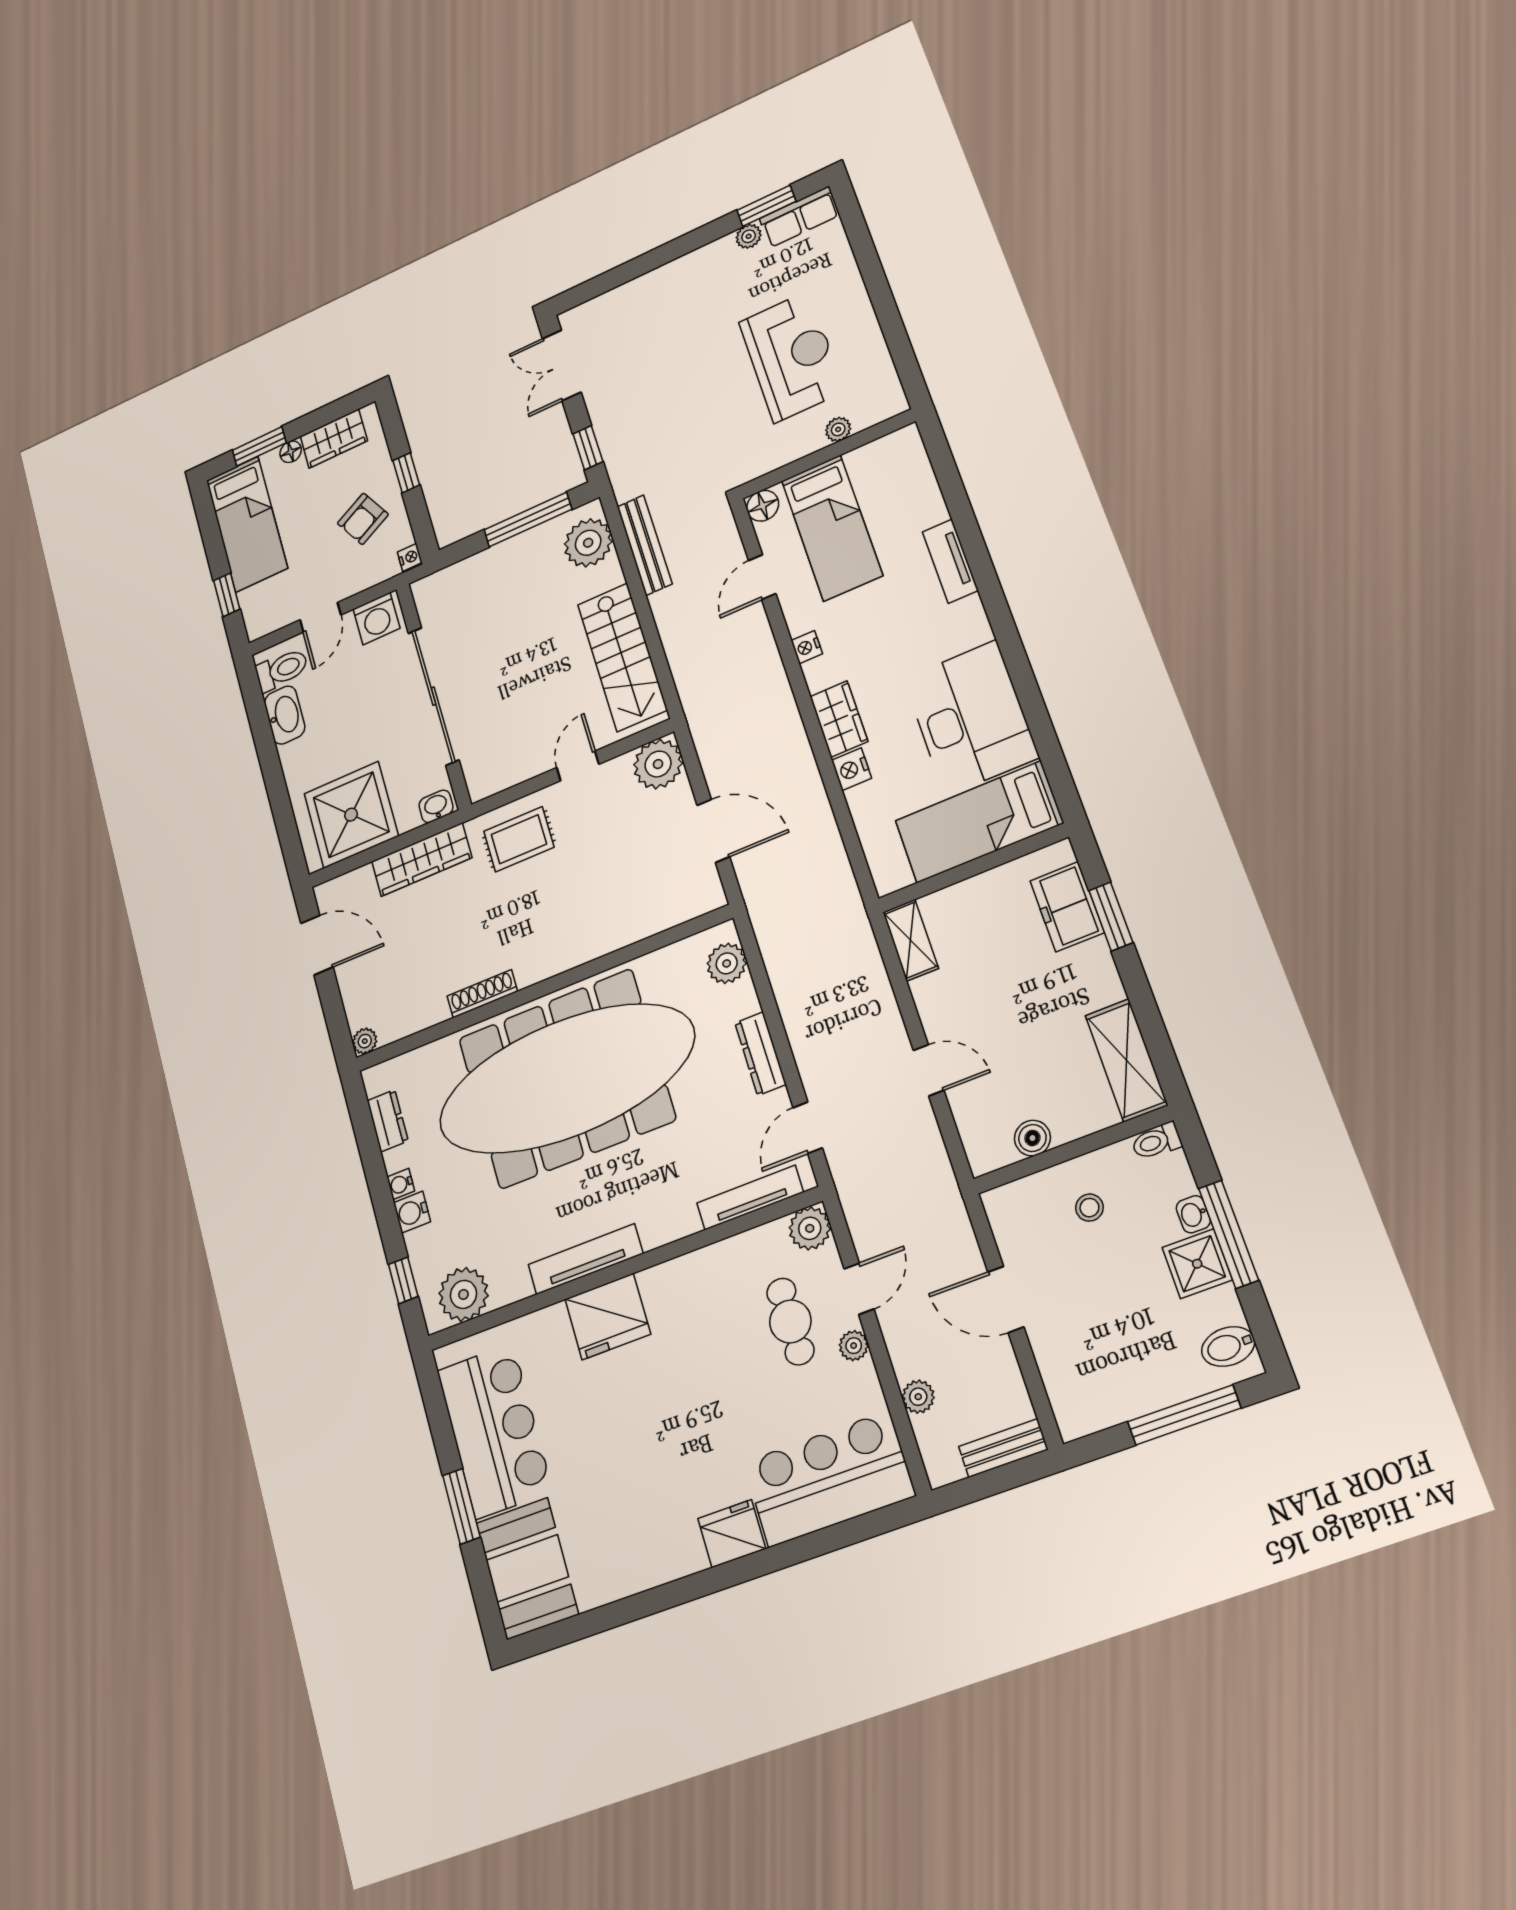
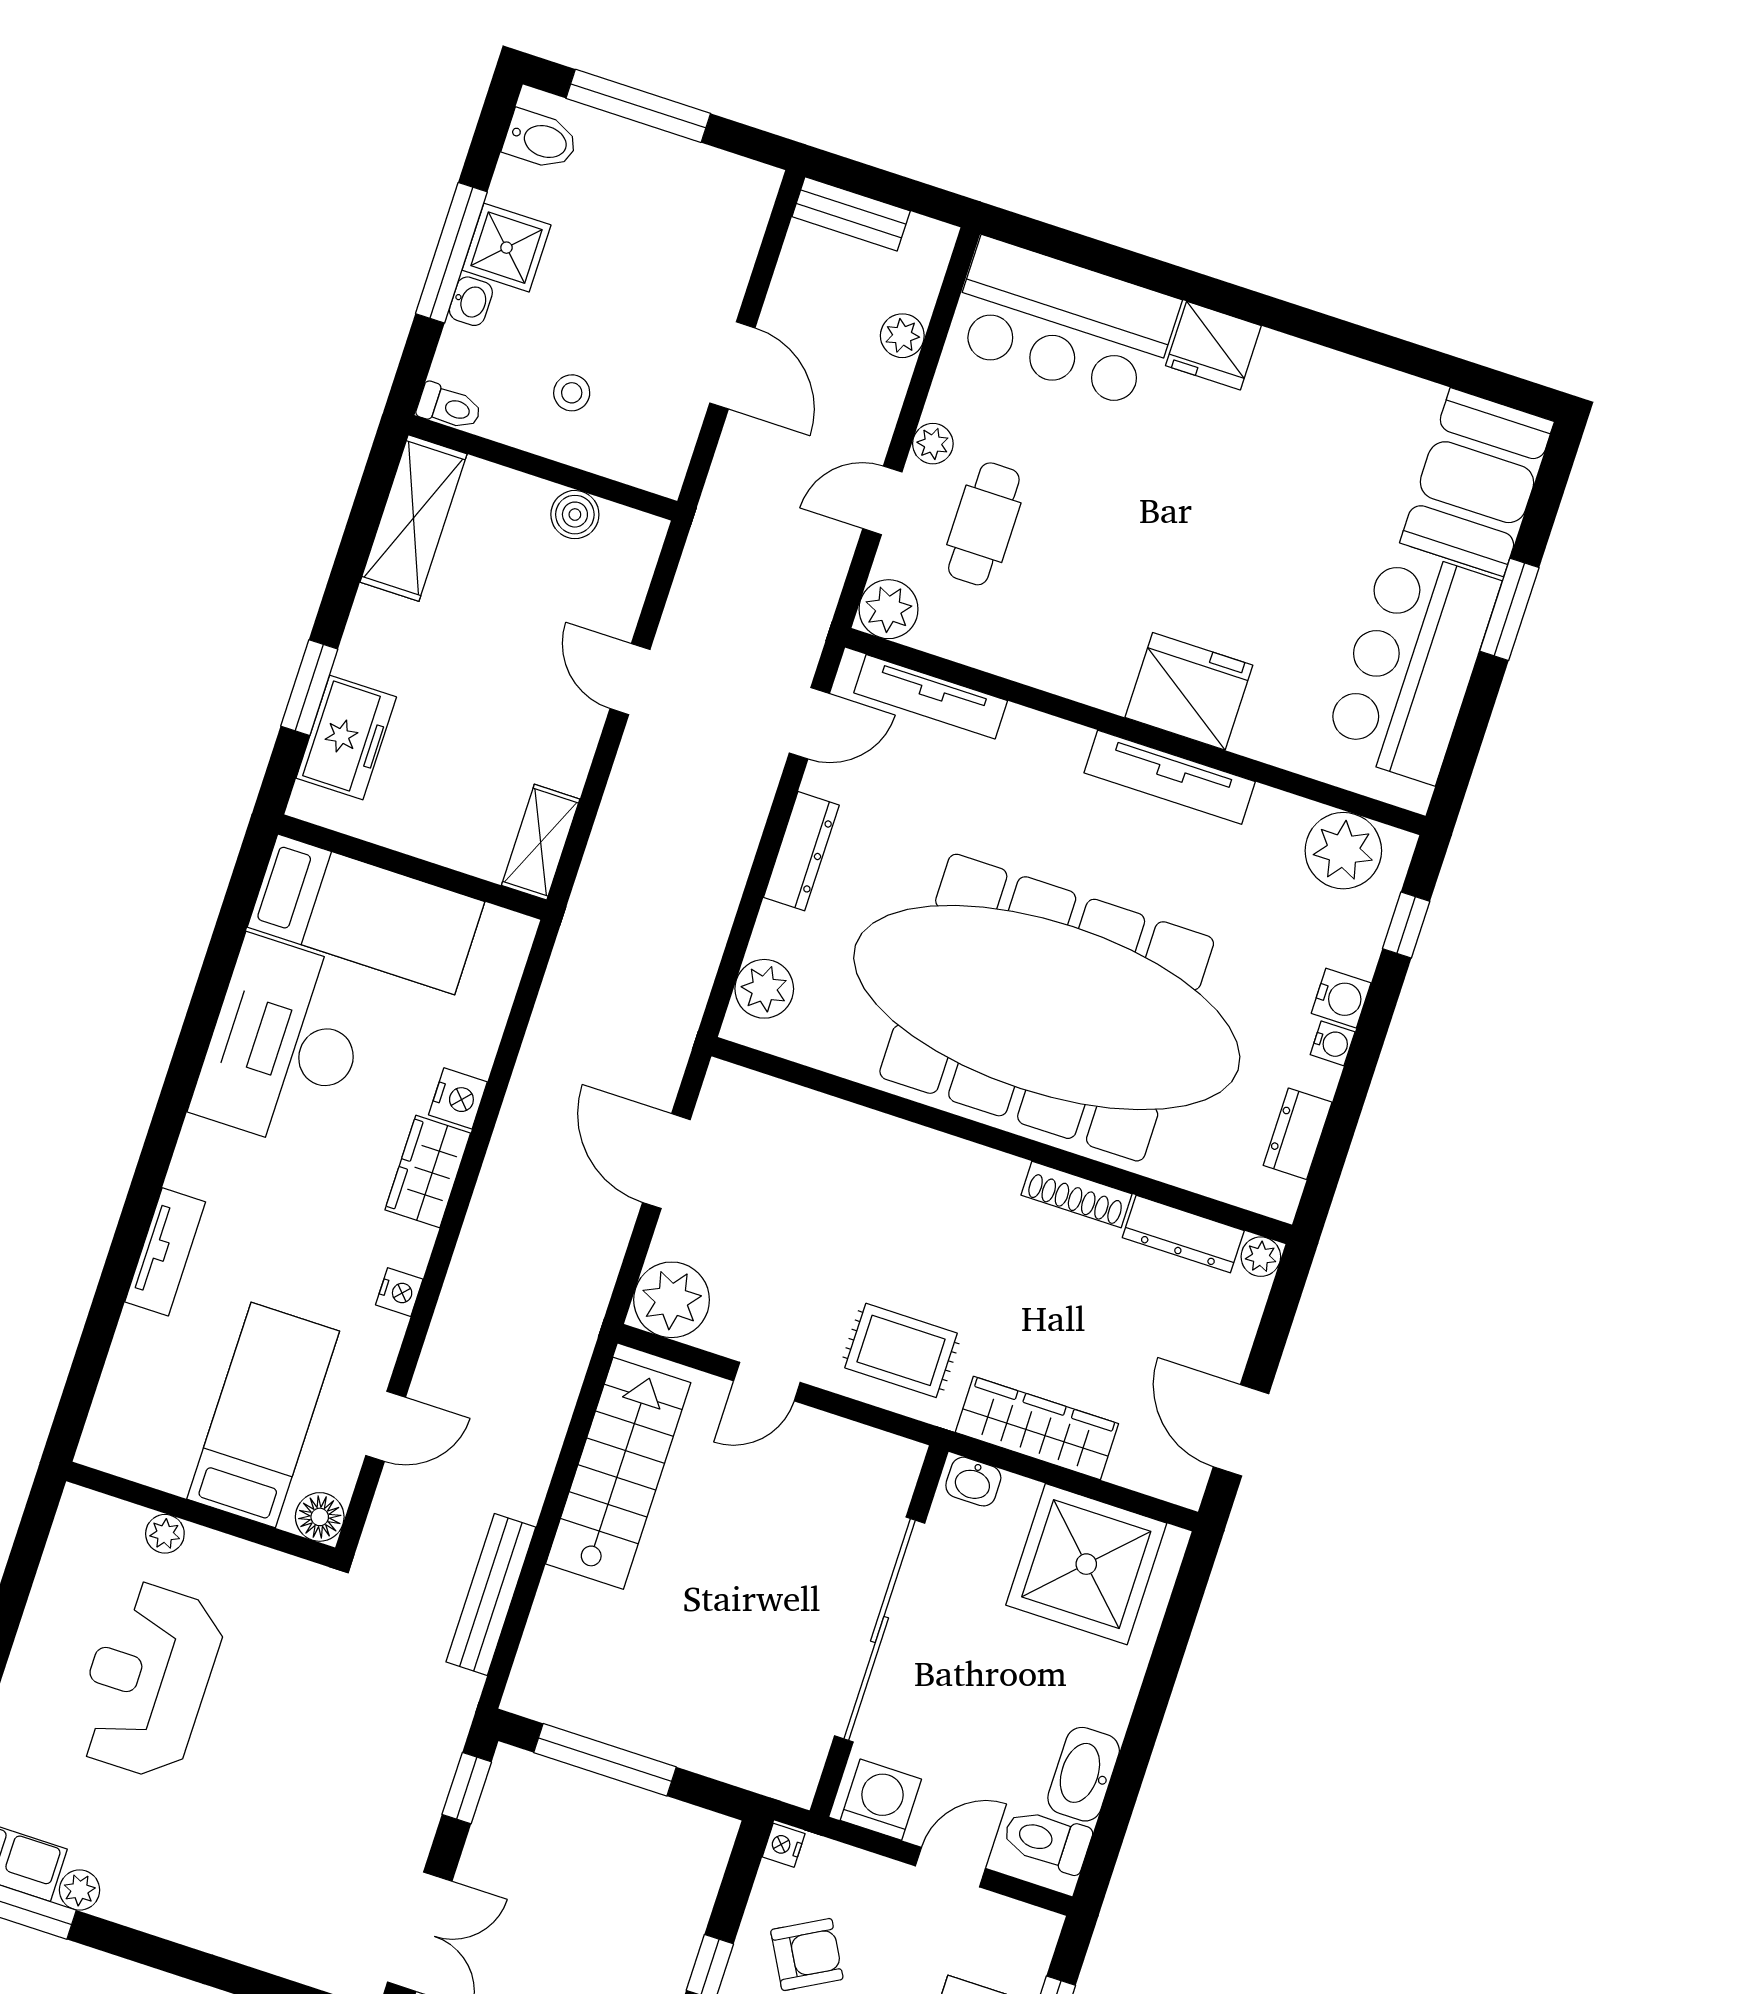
plant: (588, 543) -> (555, 1660), removed
dresser: (413, 1020) -> (1183, 1234), added

